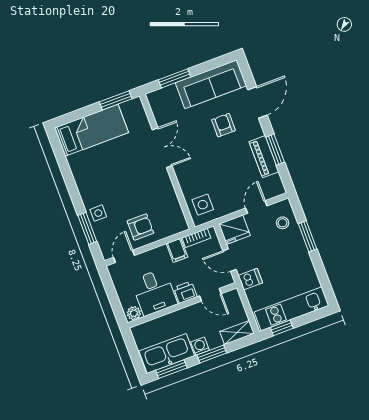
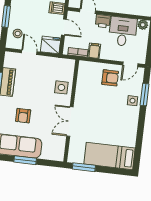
window: (175, 78) -> (25, 160), moved
side table: (203, 205) -> (61, 87), moved
door: (256, 207) -> (29, 52), swing flipped
armchair: (140, 227) -> (110, 78), turned 180

